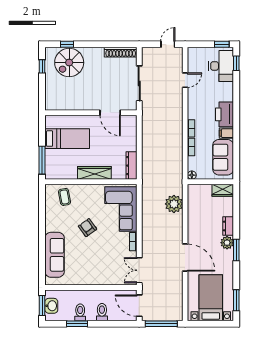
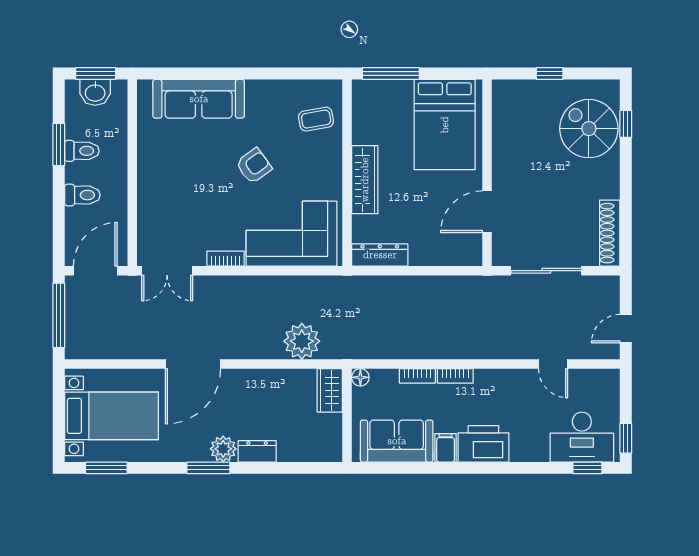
door: (168, 44) -> (626, 329), swing flipped
window: (42, 66) -> (550, 73), moved
bed: (67, 139) -> (445, 125), width x1.50
wardrobe: (223, 190) -> (330, 390), moved
double door: (139, 270) -> (167, 271), swing flipped

